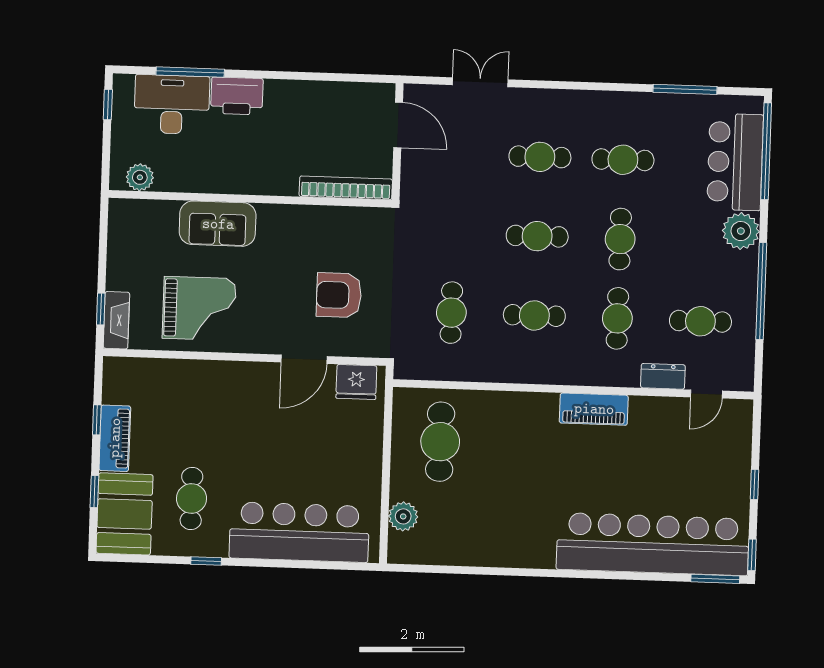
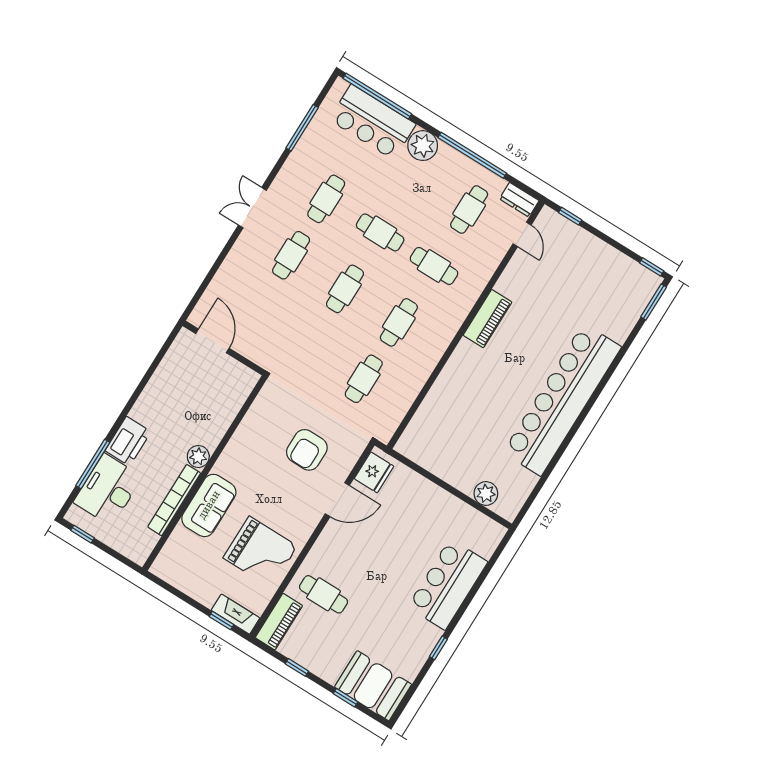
double door: (480, 82) -> (252, 208), moved
door: (398, 125) -> (212, 341), hinge flipped
plant: (140, 177) -> (198, 457), moved
bookcase: (346, 188) -> (174, 500), moved
grand piano: (199, 308) -> (260, 552), turned 90
cafe table: (451, 313) -> (364, 379), turned 90
door: (304, 359) -> (337, 500), hinge flipped
dresser: (663, 376) -> (519, 200), moved, turned -90
piano: (115, 438) -> (279, 622), moved, turned 90
cafe table: (440, 442) -> (449, 438), removed
window: (754, 484) -> (570, 216), moved
cafe table: (191, 499) -> (324, 594), moved
bar counter: (299, 532) -> (448, 584), width x0.73
bar counter: (653, 544) -> (562, 400), moved

